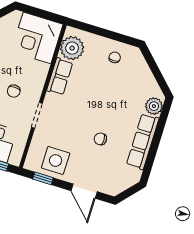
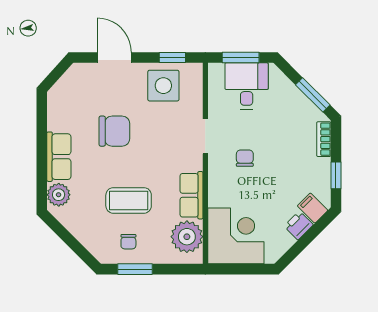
window: (116, 36) -> (135, 269), added
coffee table: (105, 87) -> (129, 200), added
chair: (100, 139) -> (114, 131), width x1.87, depth x1.87
row of seats: (143, 141) -> (59, 157), width x0.68

